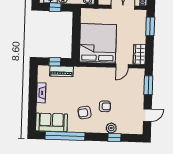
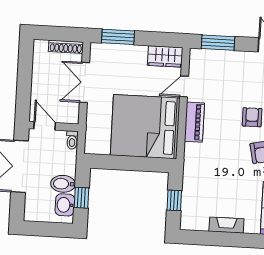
door: (122, 66) -> (184, 86), swing flipped
piano: (61, 71) -> (194, 122), moved

